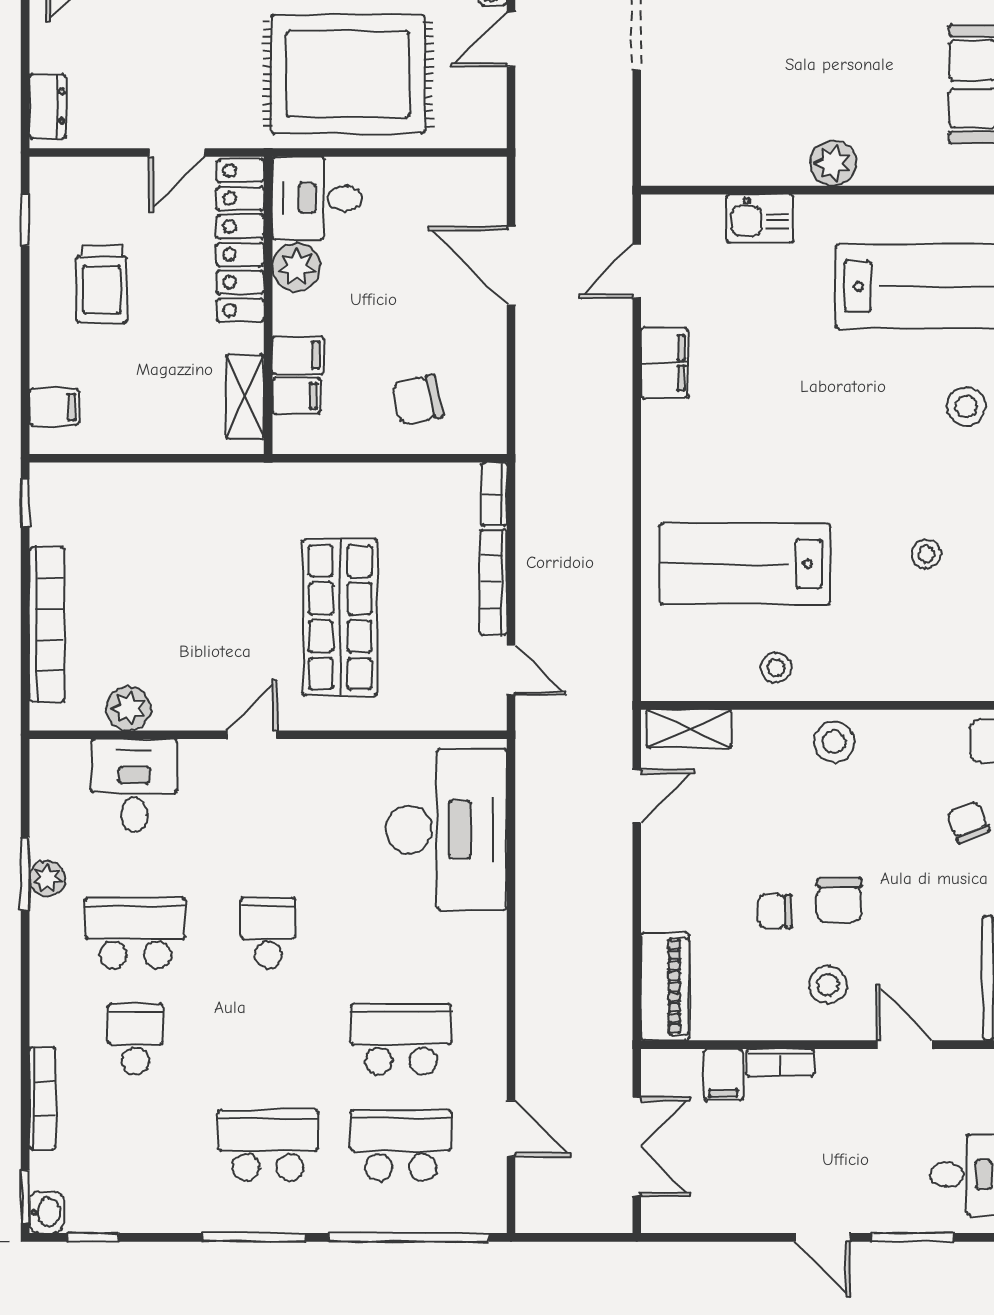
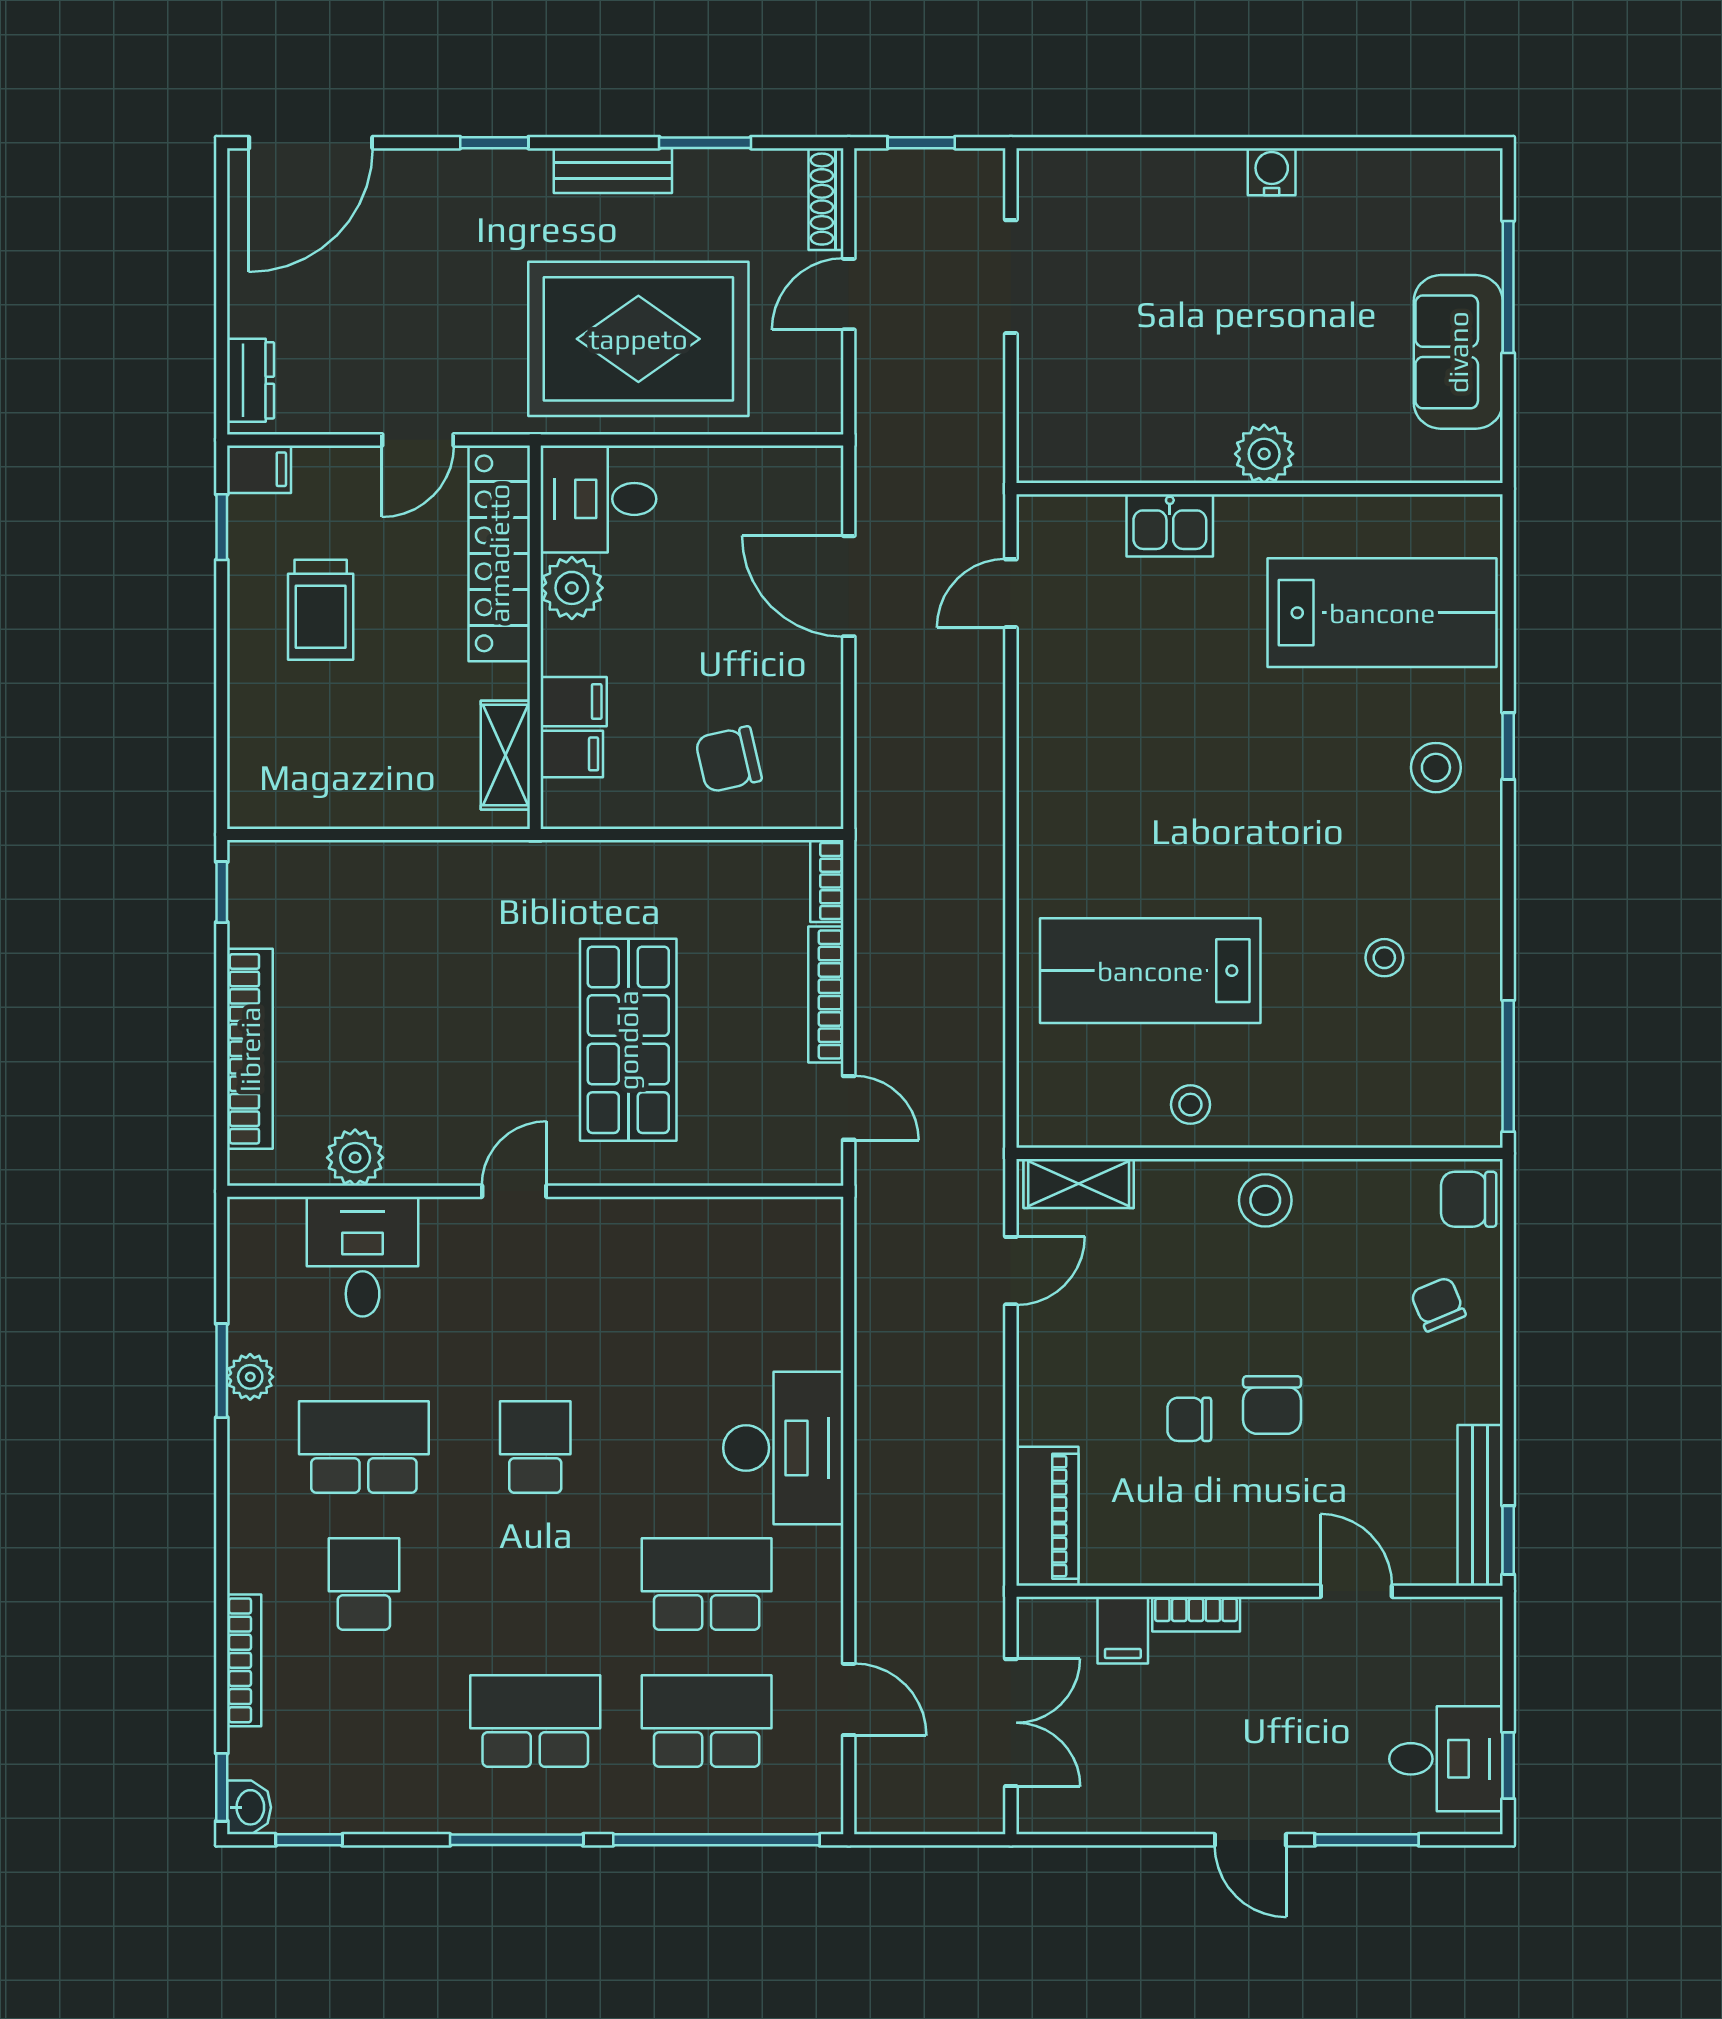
filing cabinet: (665, 363) -> (1047, 711), removed
filing cabinet: (54, 407) -> (259, 469), moved
desk: (446, 829) -> (783, 1448), moved, width x0.73, depth x0.77
stool: (828, 985) -> (1258, 1514), removed

